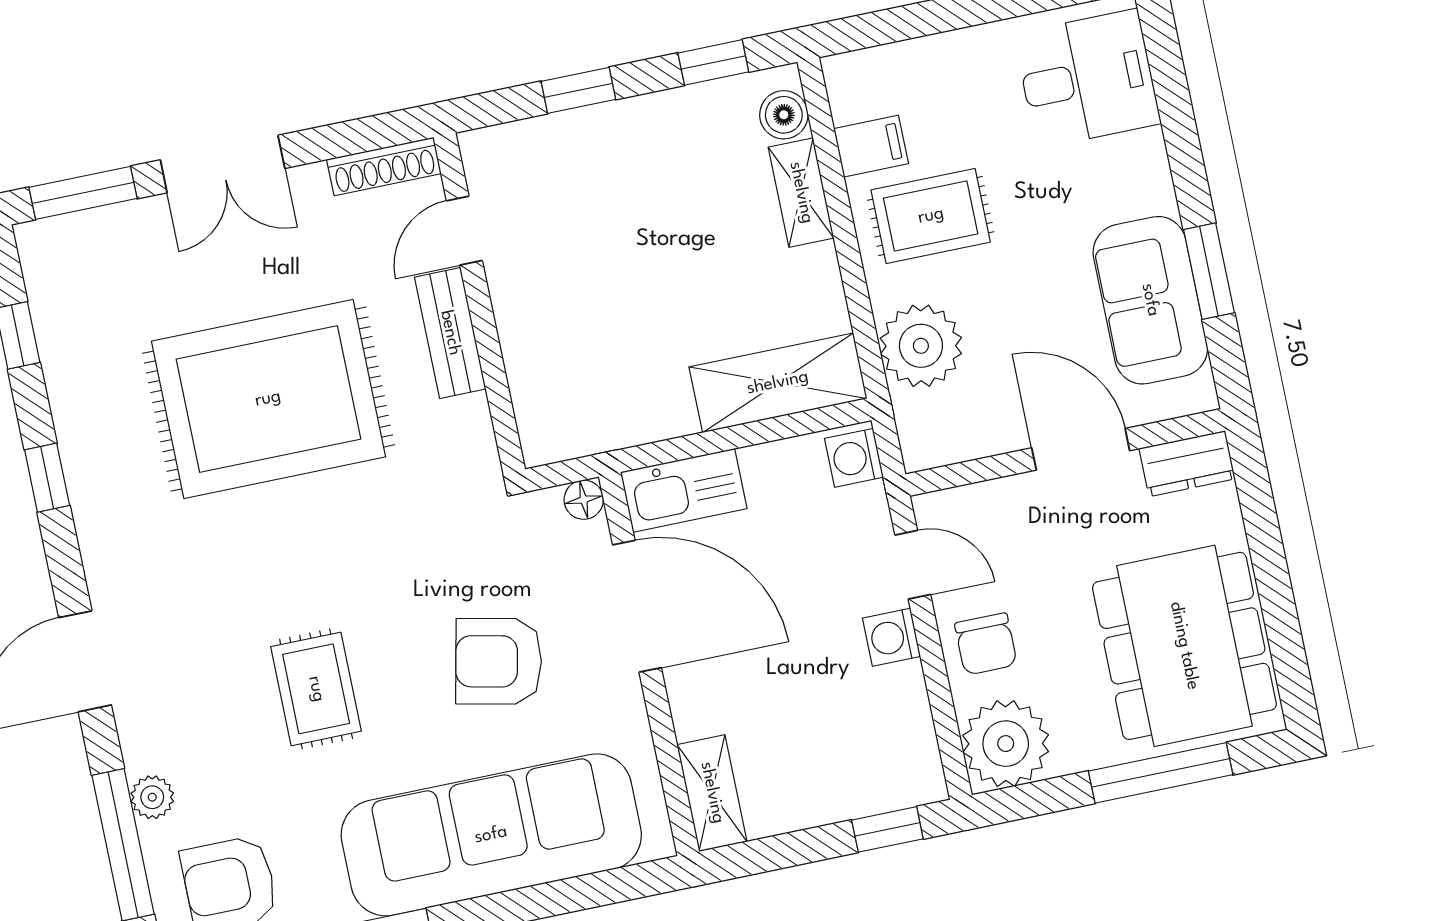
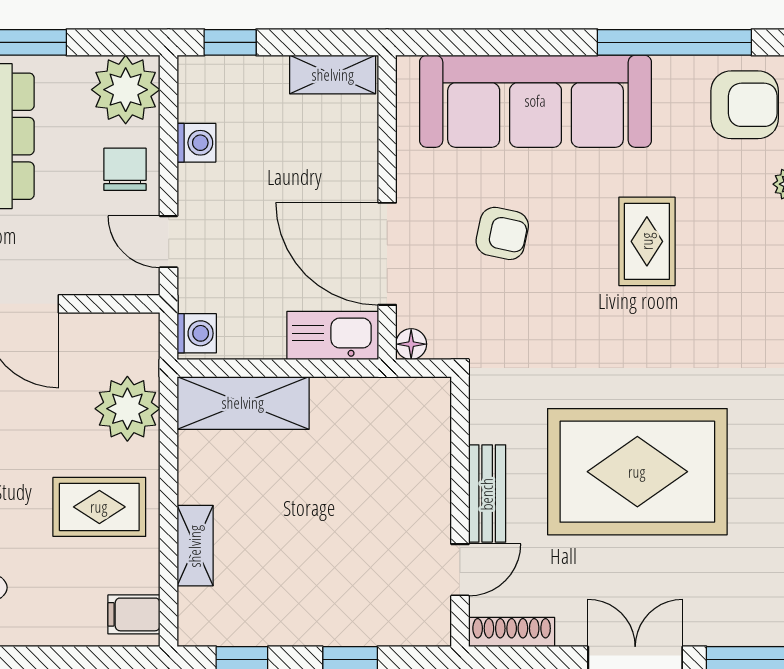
boiler: (784, 115) -> (196, 608), removed
filing cabinet: (871, 146) -> (134, 614), moved
washing machine: (891, 637) -> (196, 143), moved
armchair: (499, 661) -> (502, 233), width x0.72, depth x0.72
shelving: (712, 793) -> (333, 75), moved, turned 90

